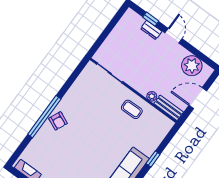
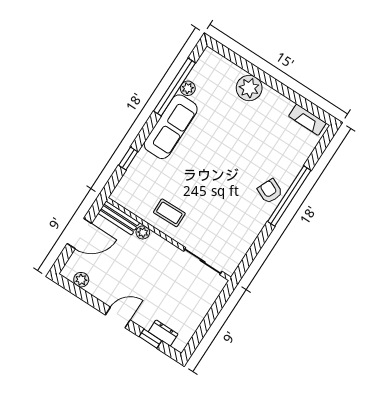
dresser: (151, 30) -> (163, 333), moved
door: (174, 36) -> (118, 317), swing flipped
plant: (192, 66) -> (81, 280), width x0.53, depth x0.53
window: (153, 159) -> (128, 158), moved

